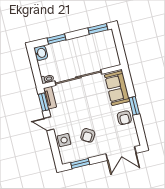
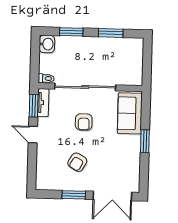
window: (98, 29) -> (111, 33), moved
armchair: (124, 118) -> (84, 122), moved
side table: (64, 140) -> (46, 160), removed
window: (80, 163) -> (74, 195), moved

